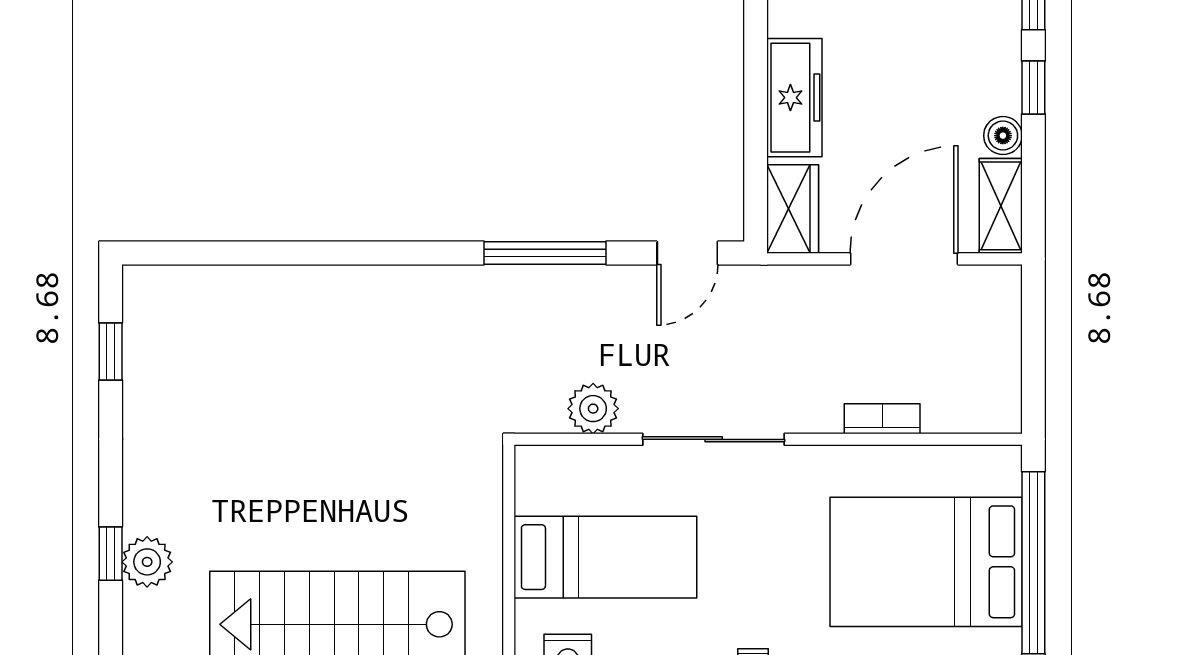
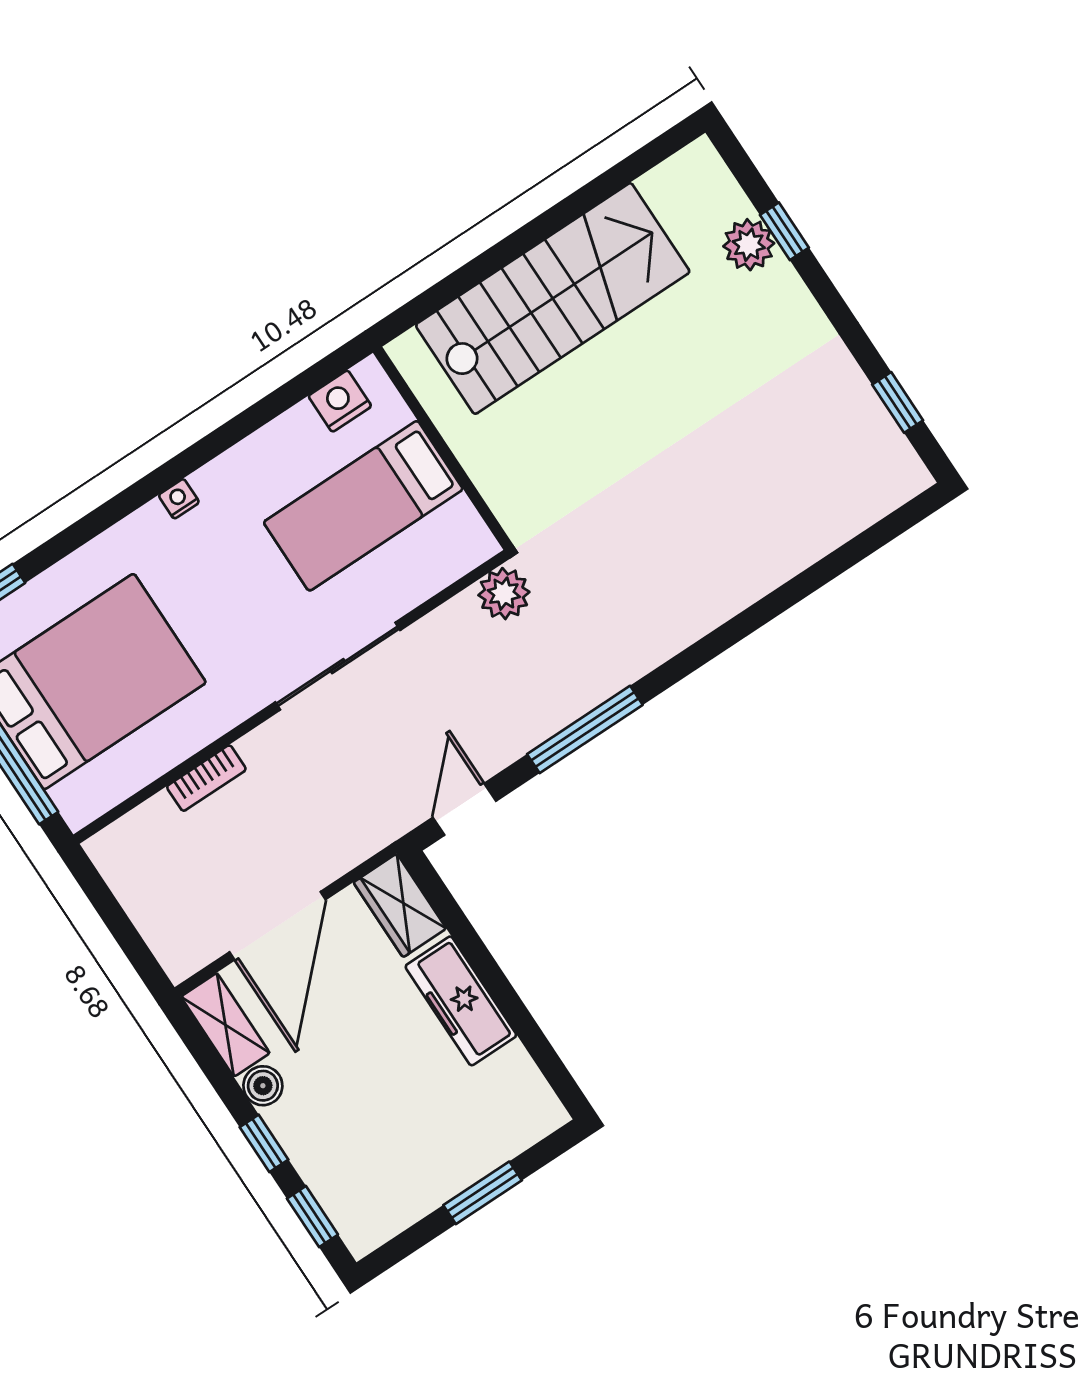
plant: (593, 409) -> (504, 594), moved

